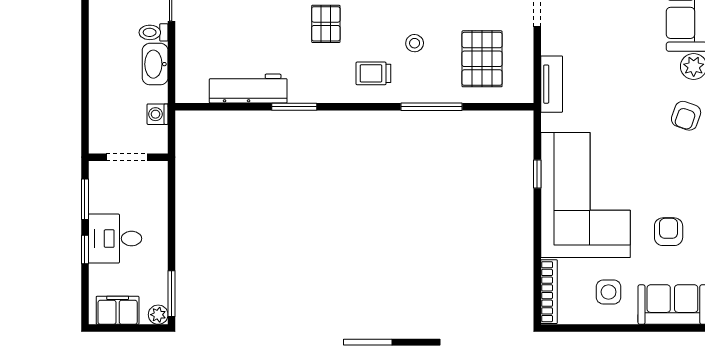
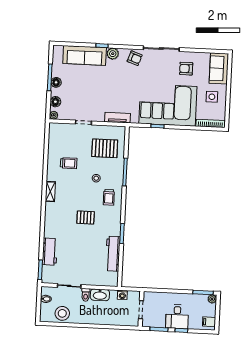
filing cabinet: (118, 310) -> (209, 322), width x0.50

